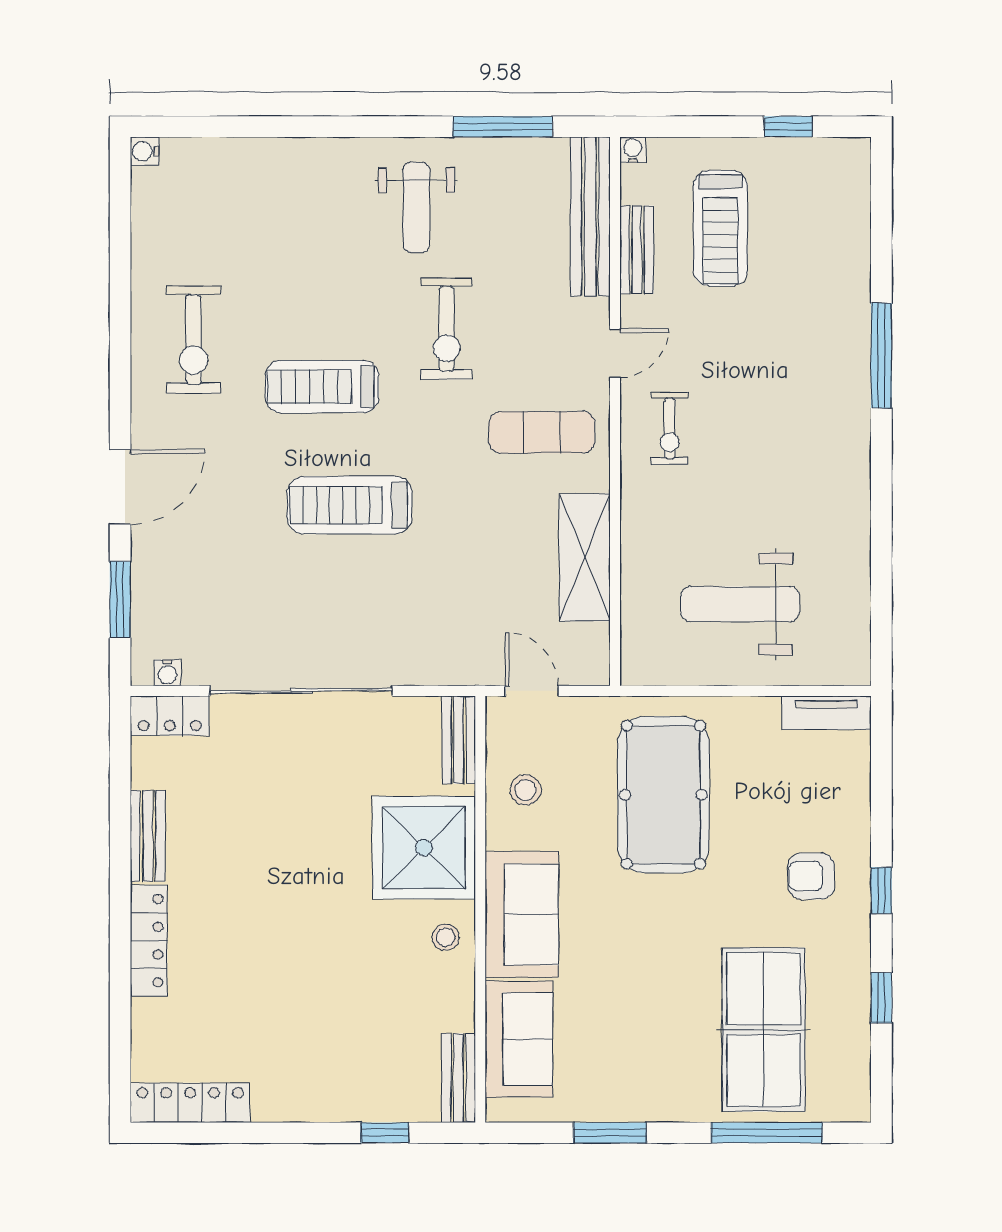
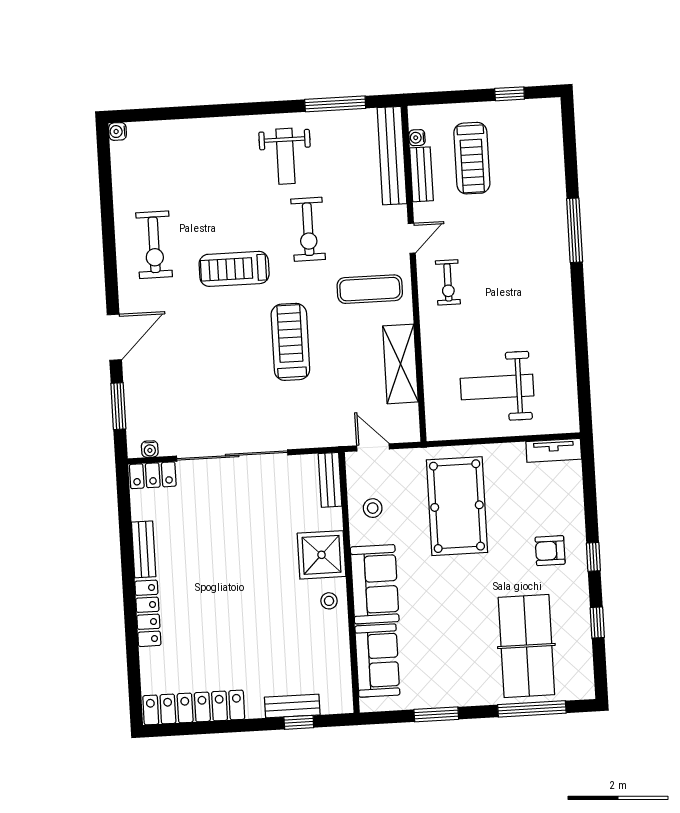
water cooler: (633, 150) -> (417, 138), moved, turned -90
treadmill: (350, 505) -> (290, 342), moved, turned 90
shower: (424, 848) -> (322, 555), width x0.73, depth x0.73
bench: (458, 1078) -> (292, 706), moved, turned 90
locker: (190, 1103) -> (194, 707), width x1.41, depth x1.21

